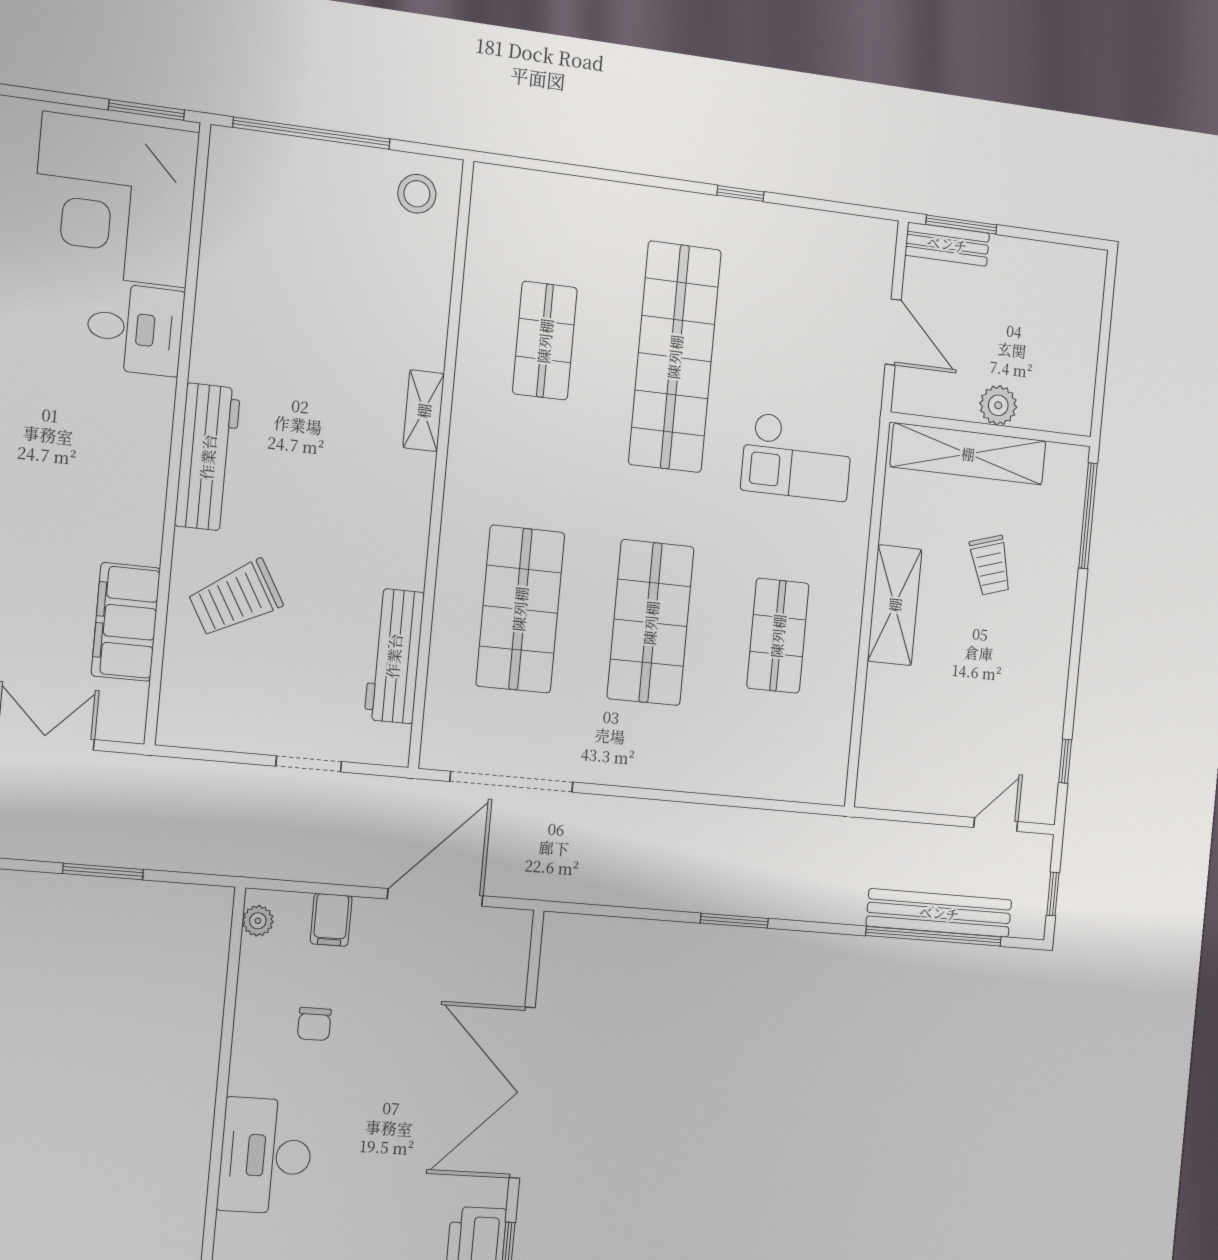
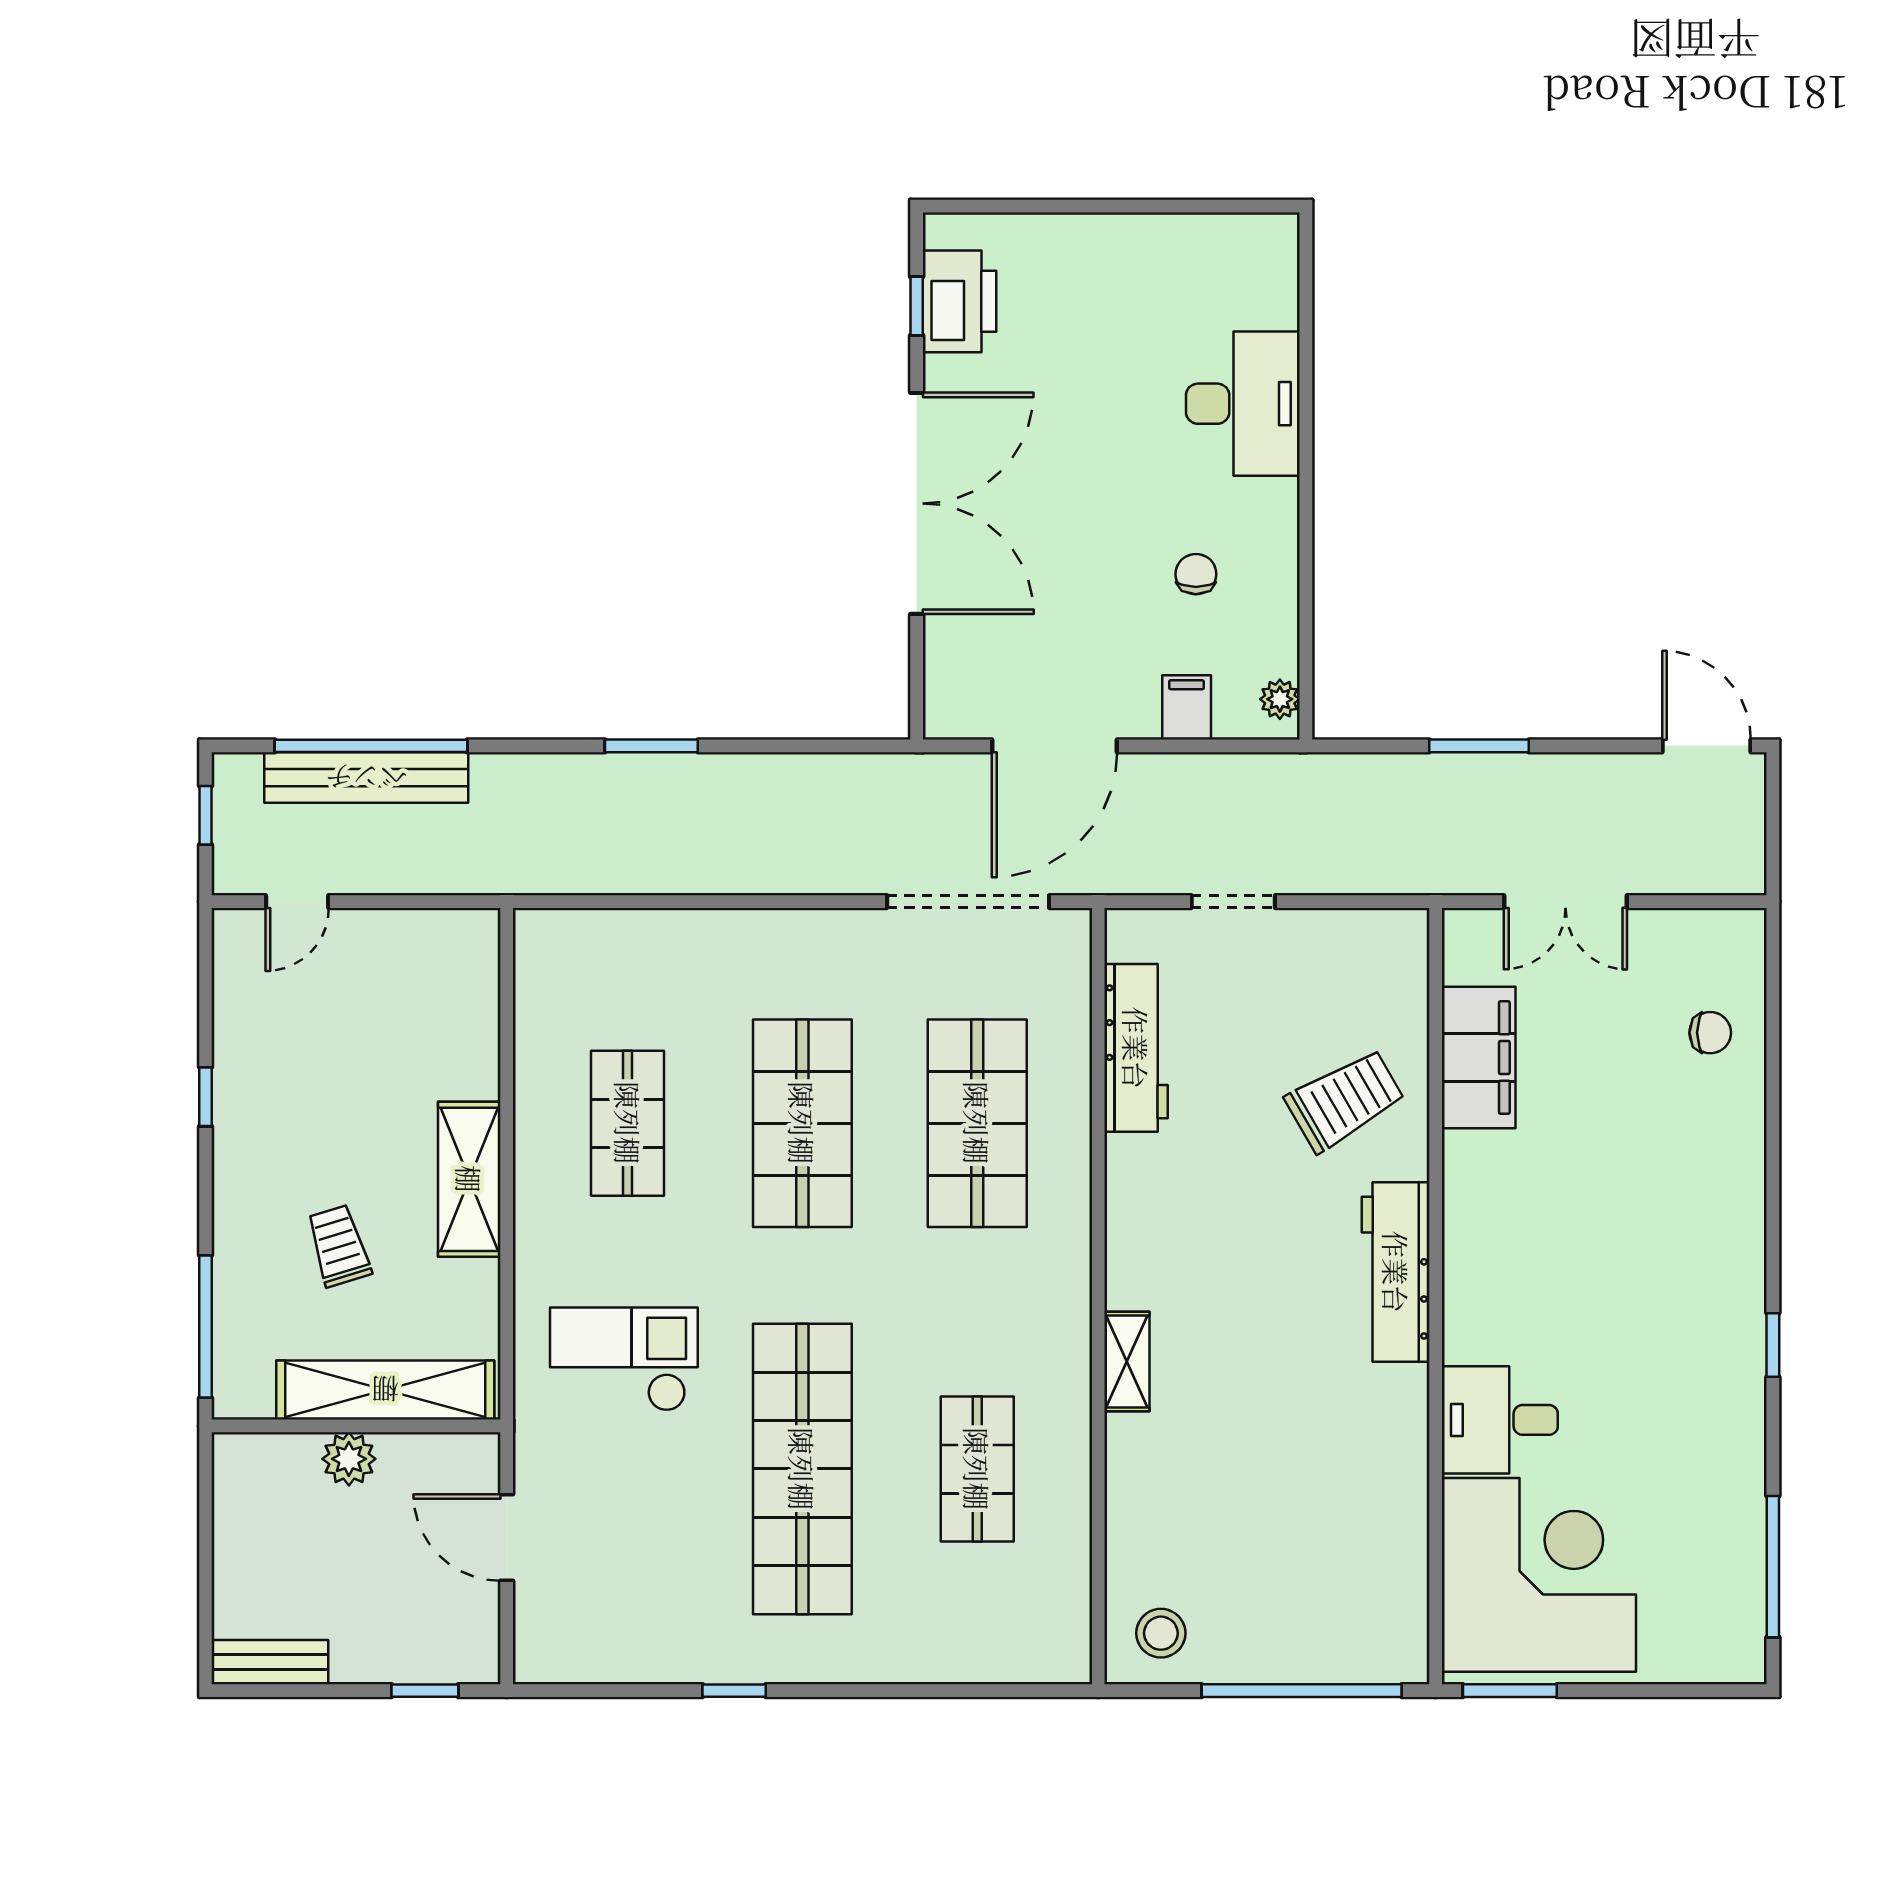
window: (961, 225) -> (425, 1691), width x0.67
bench: (947, 244) -> (270, 1662), moved
window: (1065, 761) -> (206, 1097), moved

